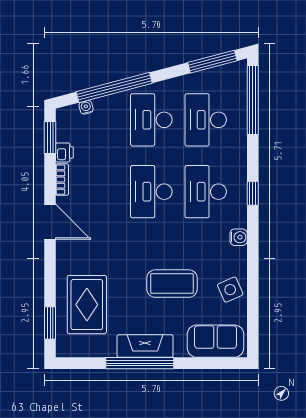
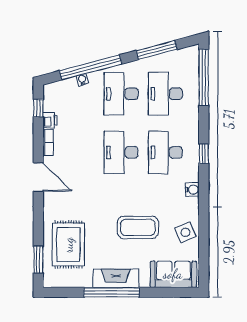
window: (212, 62) -> (157, 50), moved
water cooler: (86, 107) -> (82, 80), moved
window: (50, 137) -> (38, 108), width x0.67

